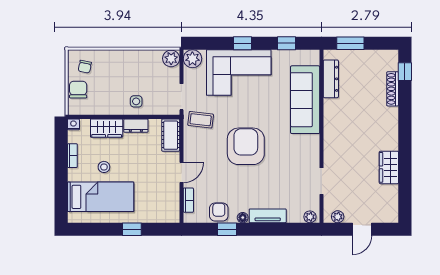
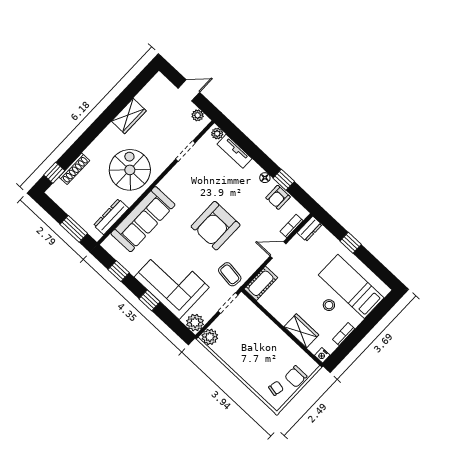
side table: (136, 101) -> (263, 330), removed
dresser: (136, 126) -> (310, 229), moved, turned 90
spiral stairs: (350, 127) -> (130, 170), added
tv unit: (268, 216) -> (235, 151), moved

